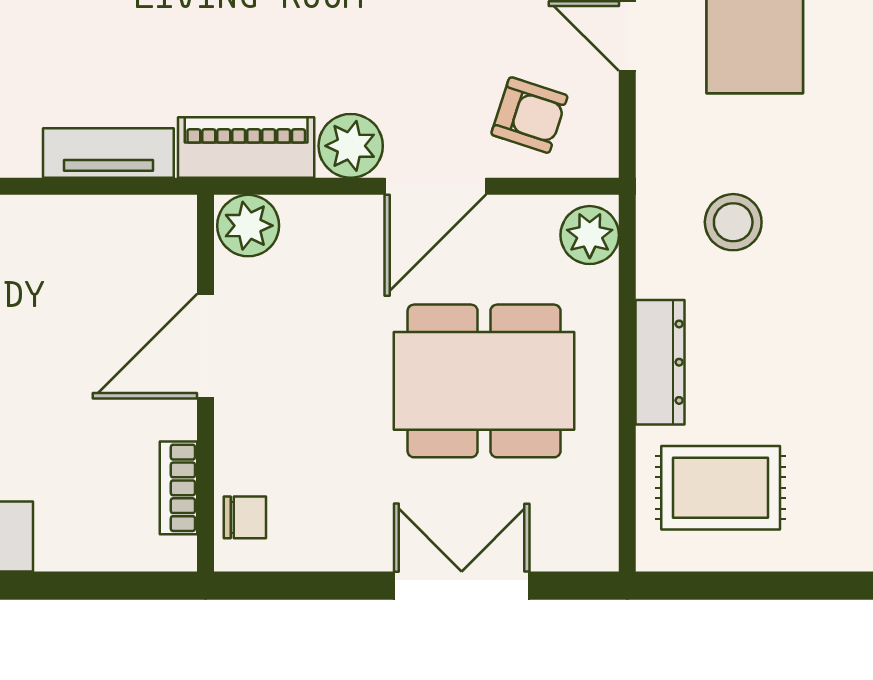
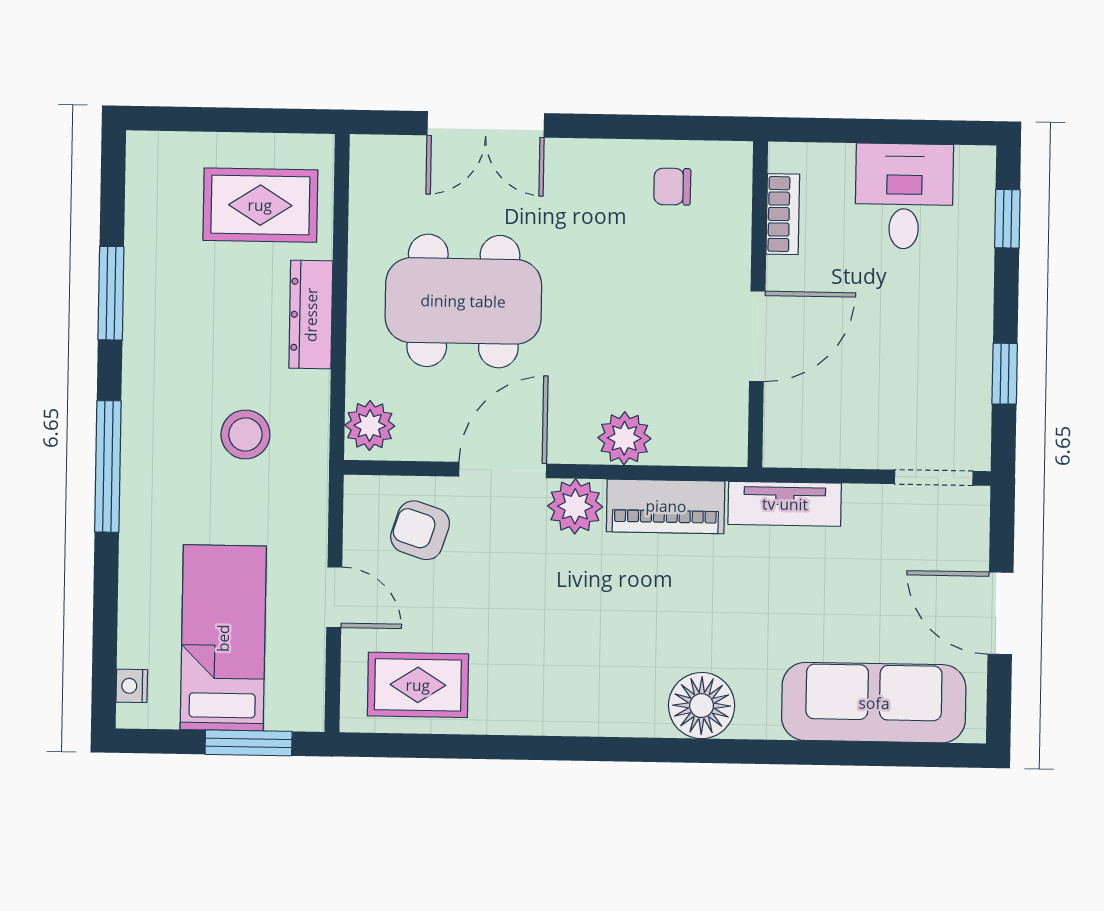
plant: (248, 226) -> (624, 438), moved
door: (205, 346) -> (757, 336), moved
wall: (205, 383) -> (758, 304), moved
bookcase: (178, 488) -> (783, 214), moved

